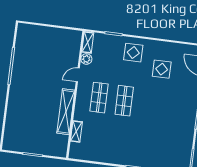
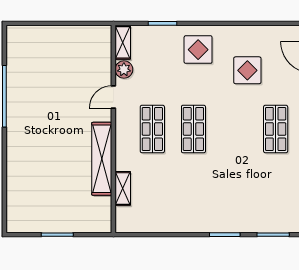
shop shelf: (174, 107) -> (276, 129), added

